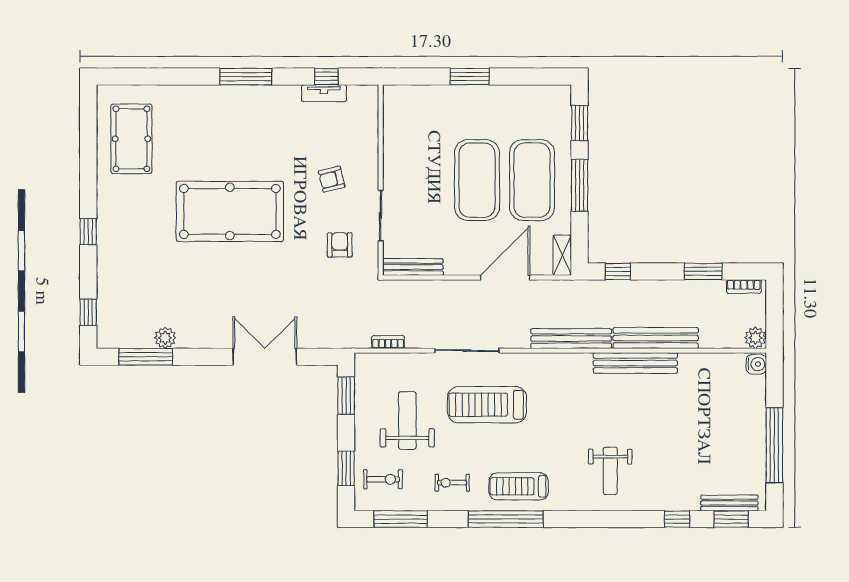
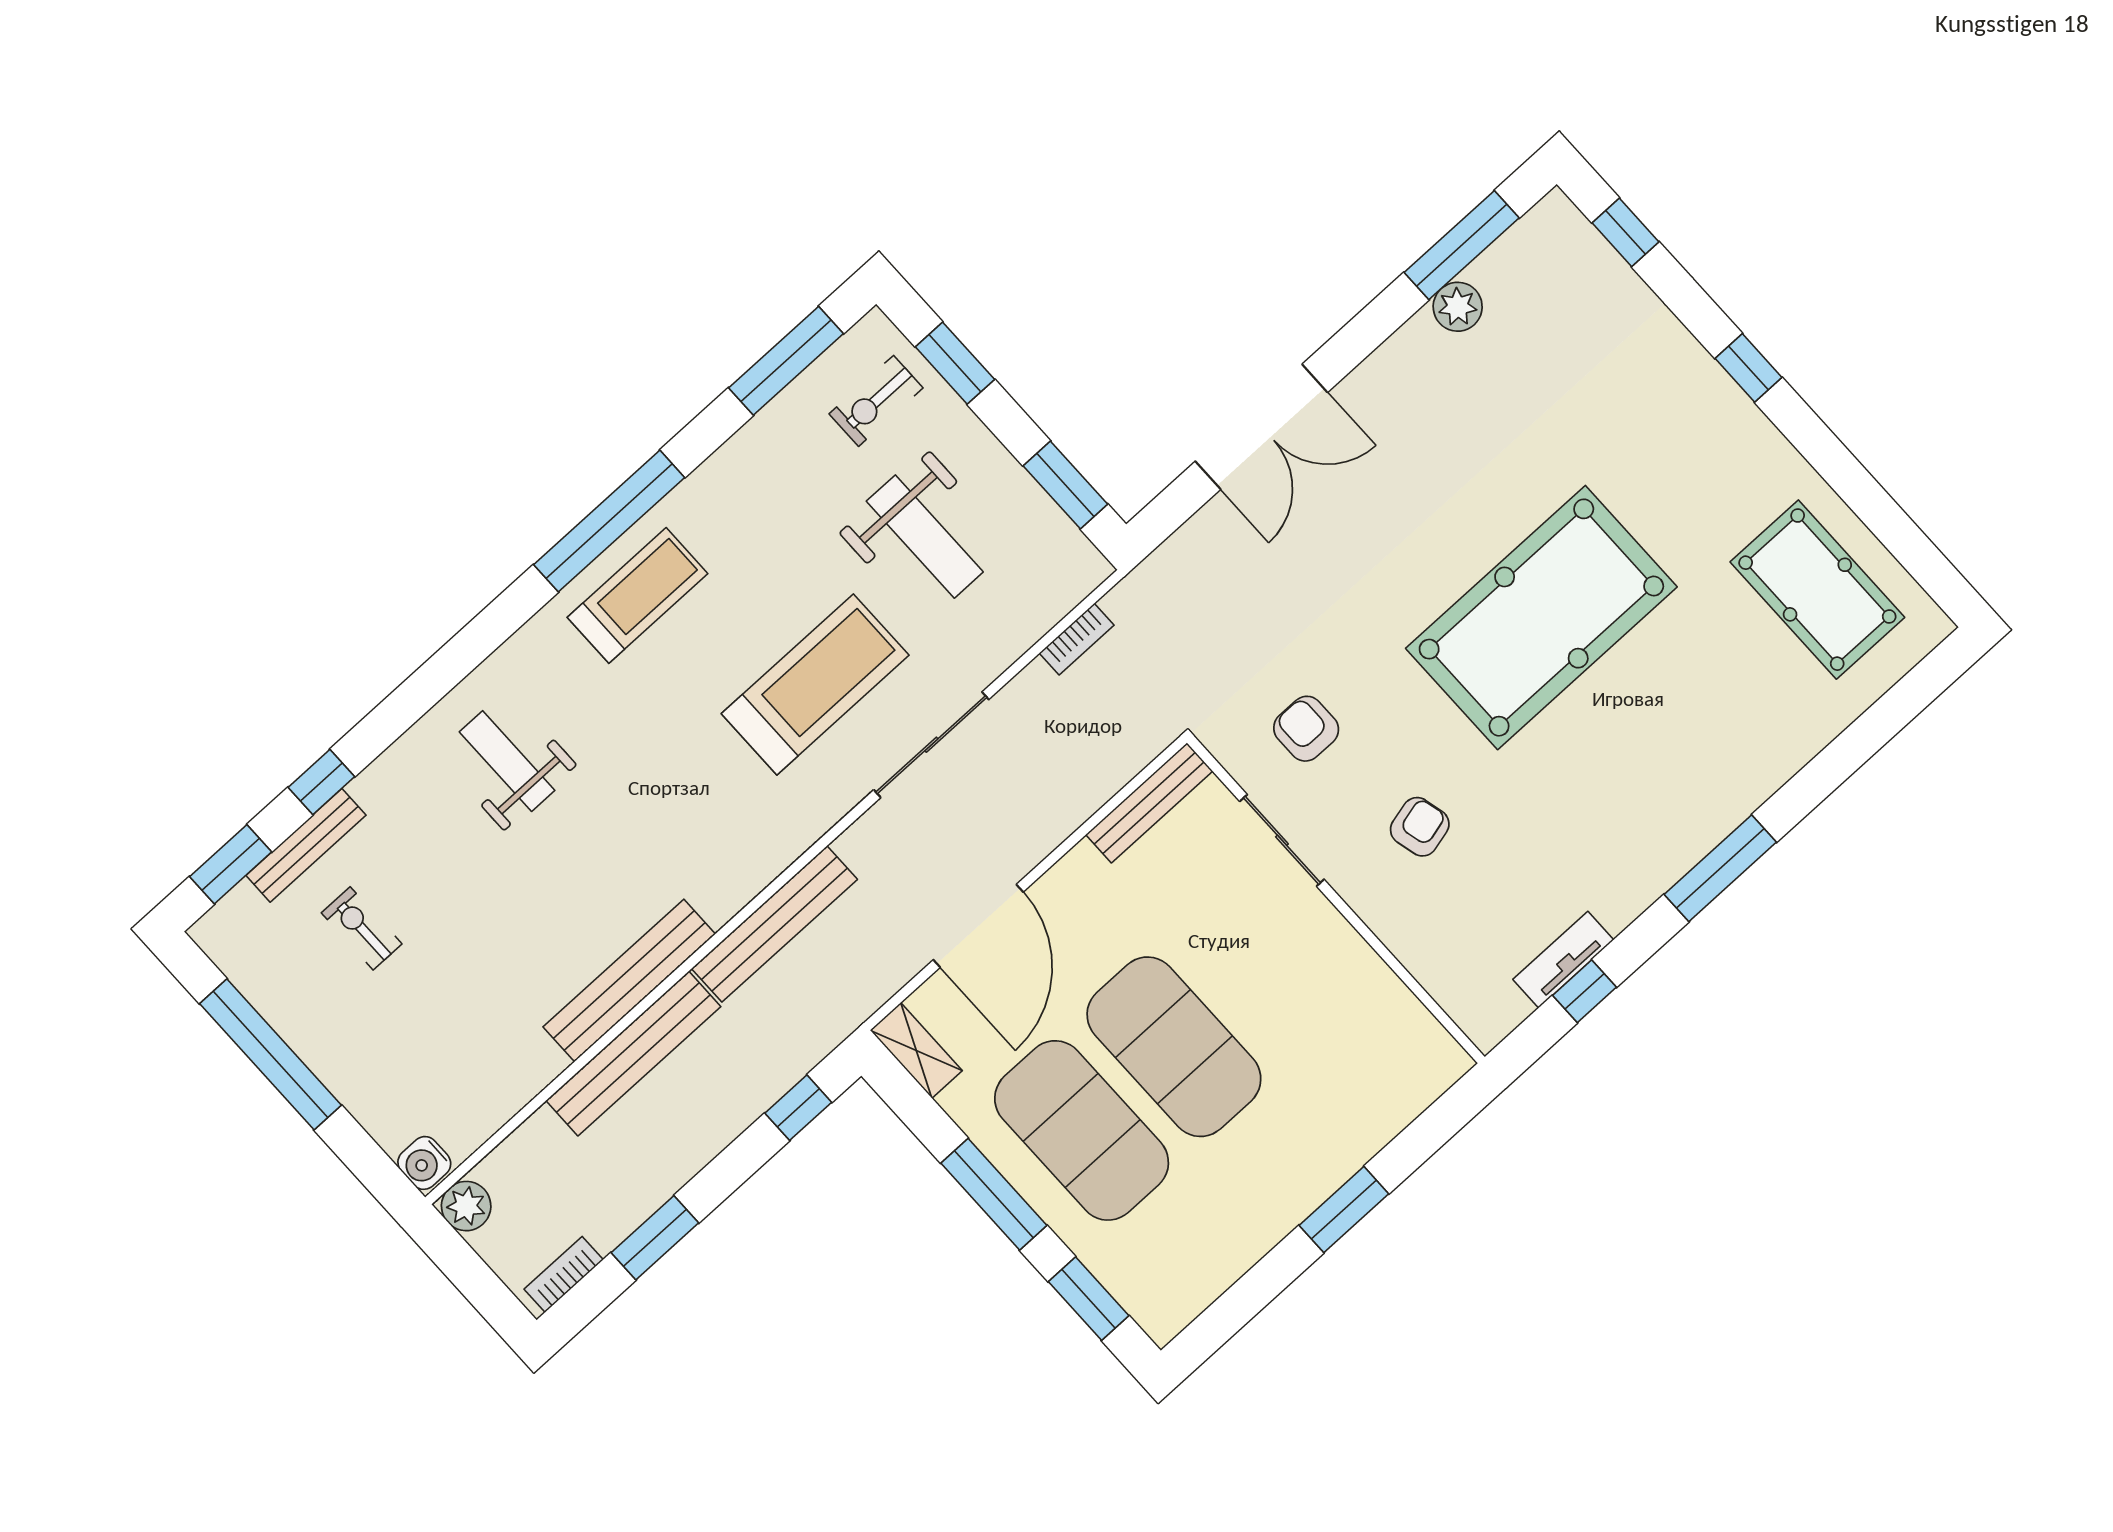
armchair: (340, 245) -> (1306, 729), turned 180
exercise bike: (452, 483) -> (362, 928), moved, turned -90
bench: (729, 503) -> (306, 845), moved

